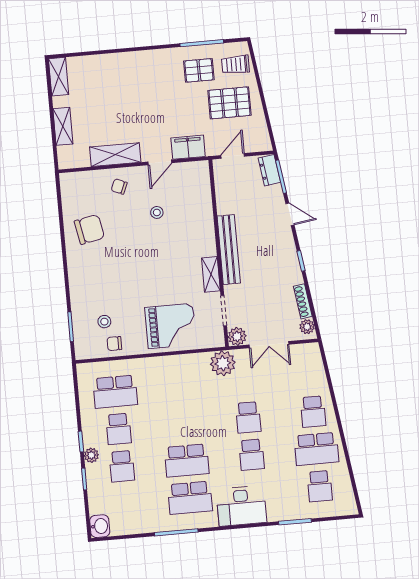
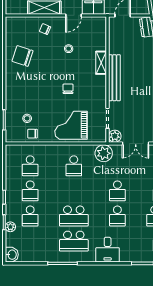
chair: (89, 229) -> (23, 56), turned -151
chair: (161, 272) -> (68, 89), added
shelving: (211, 274) -> (101, 63), moved
grand piano: (171, 326) -> (71, 125), turned 180
school desk: (180, 386) -> (74, 166), added
school desk: (115, 392) -> (30, 166), width x0.54
plant: (91, 455) -> (10, 227), moved
desk: (241, 506) -> (108, 250), width x0.73

